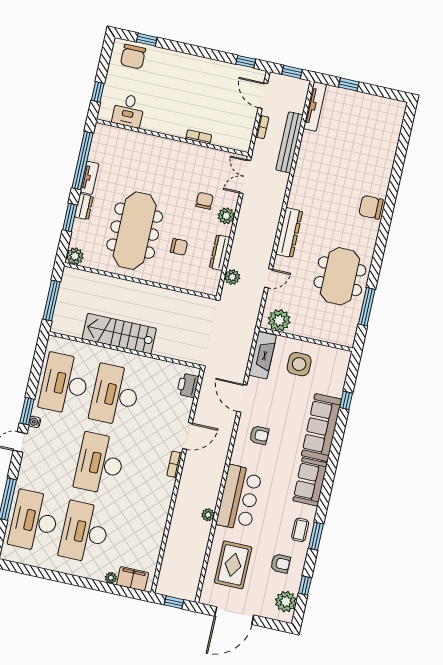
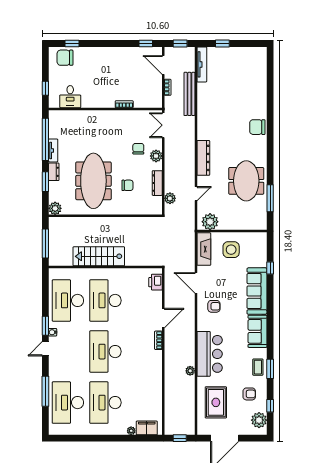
chair: (133, 57) -> (65, 58), turned 90

